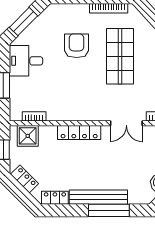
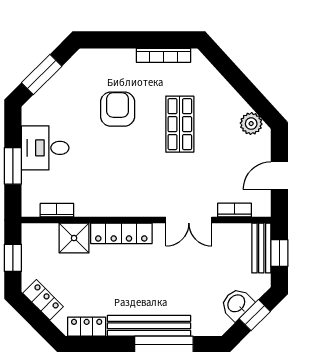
shop shelf: (120, 56) -> (180, 124), width x0.70, depth x0.74
desk: (26, 61) -> (45, 148), moved
shower: (28, 136) -> (74, 238), moved

